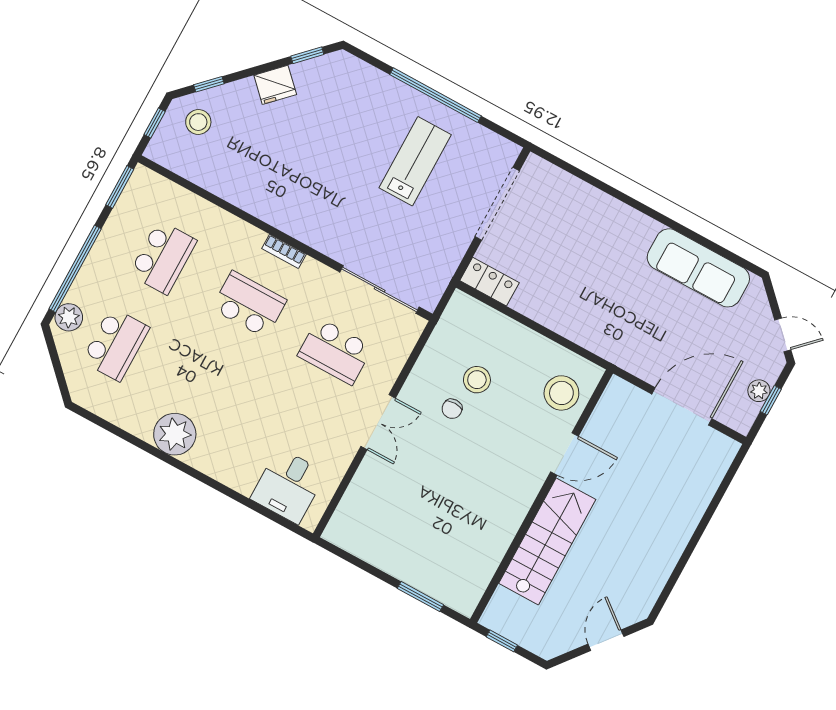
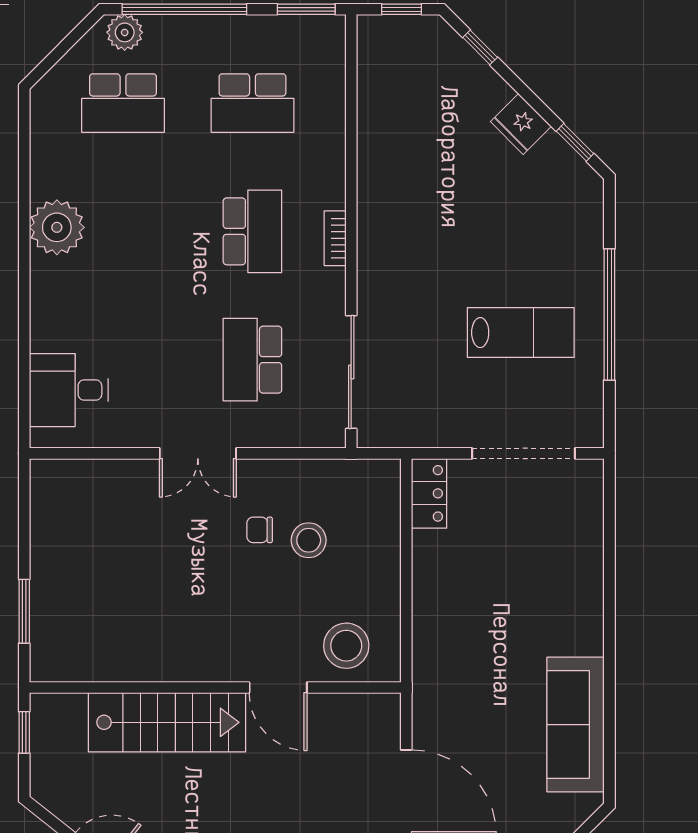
stool: (198, 122) -> (430, 59), removed

